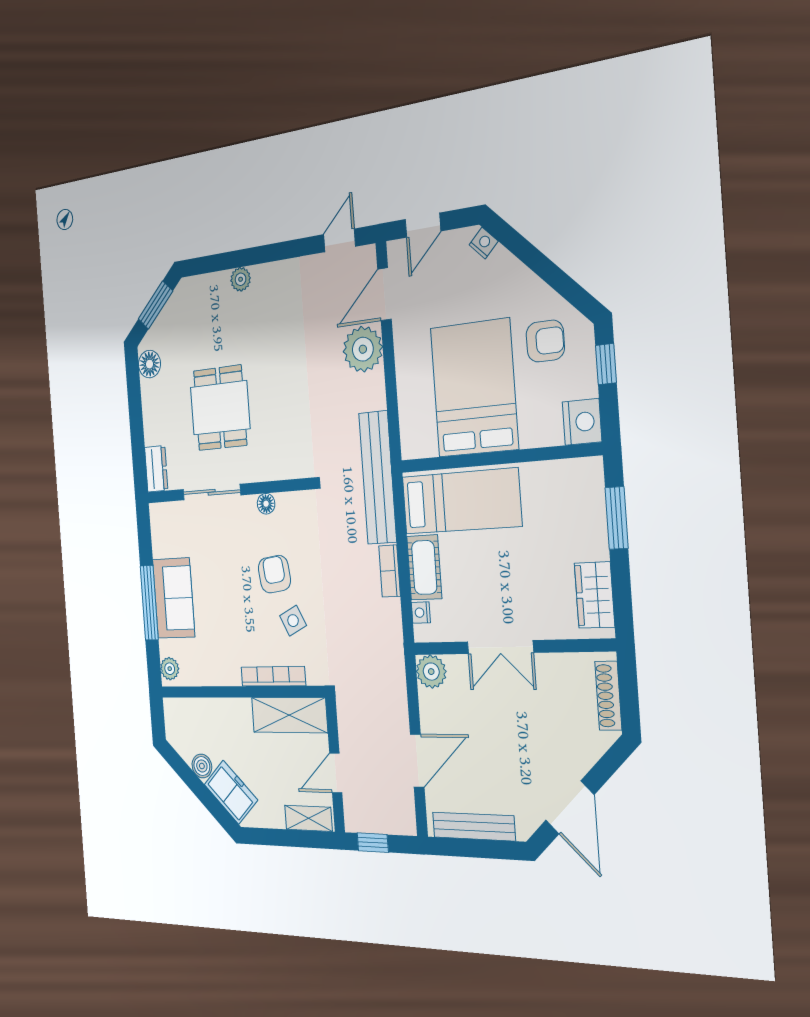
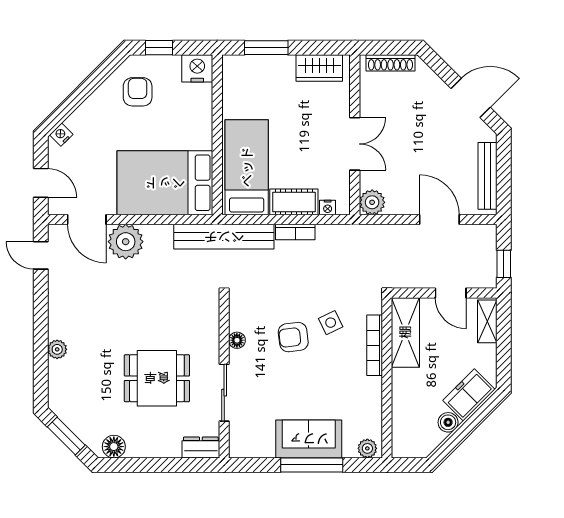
bed: (474, 388) -> (165, 183), moved

